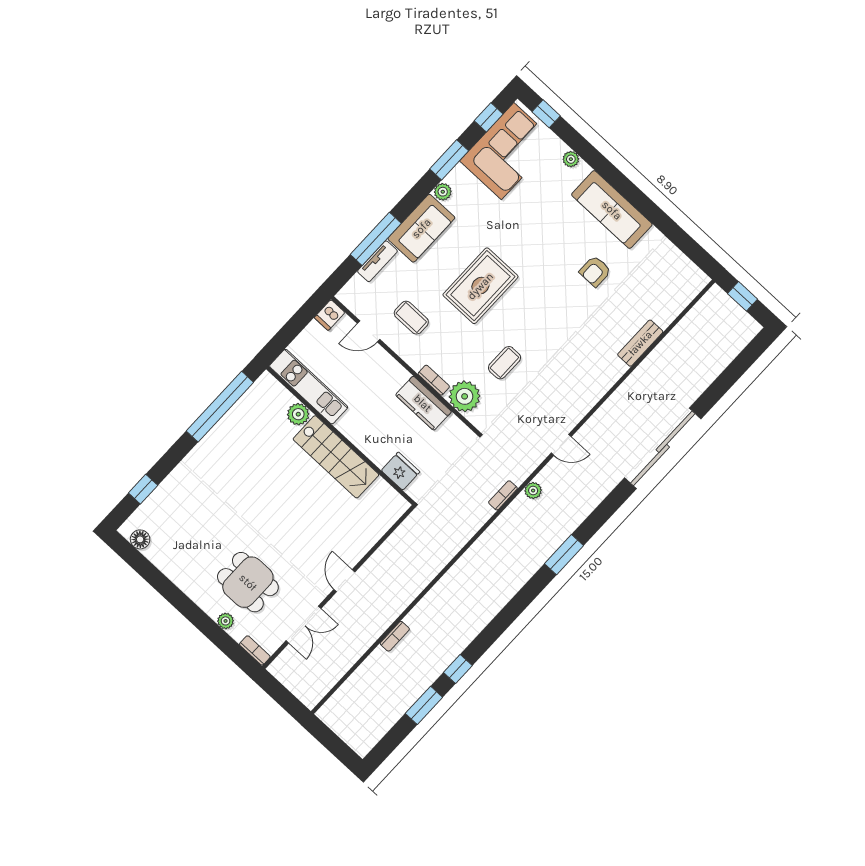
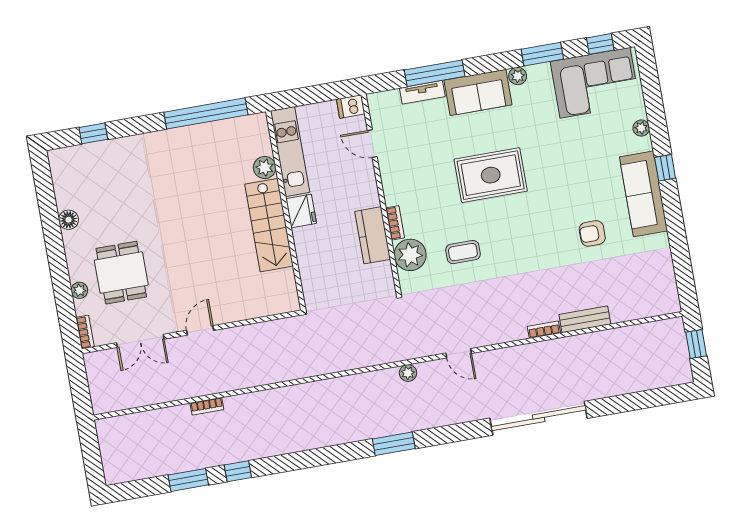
window: (546, 114) -> (665, 168), moved
coffee table: (411, 318) -> (415, 159), removed
fridge: (401, 471) -> (301, 211), moved
bookcase: (503, 495) -> (544, 330), moved
floor lamp: (140, 539) -> (69, 220), moved

